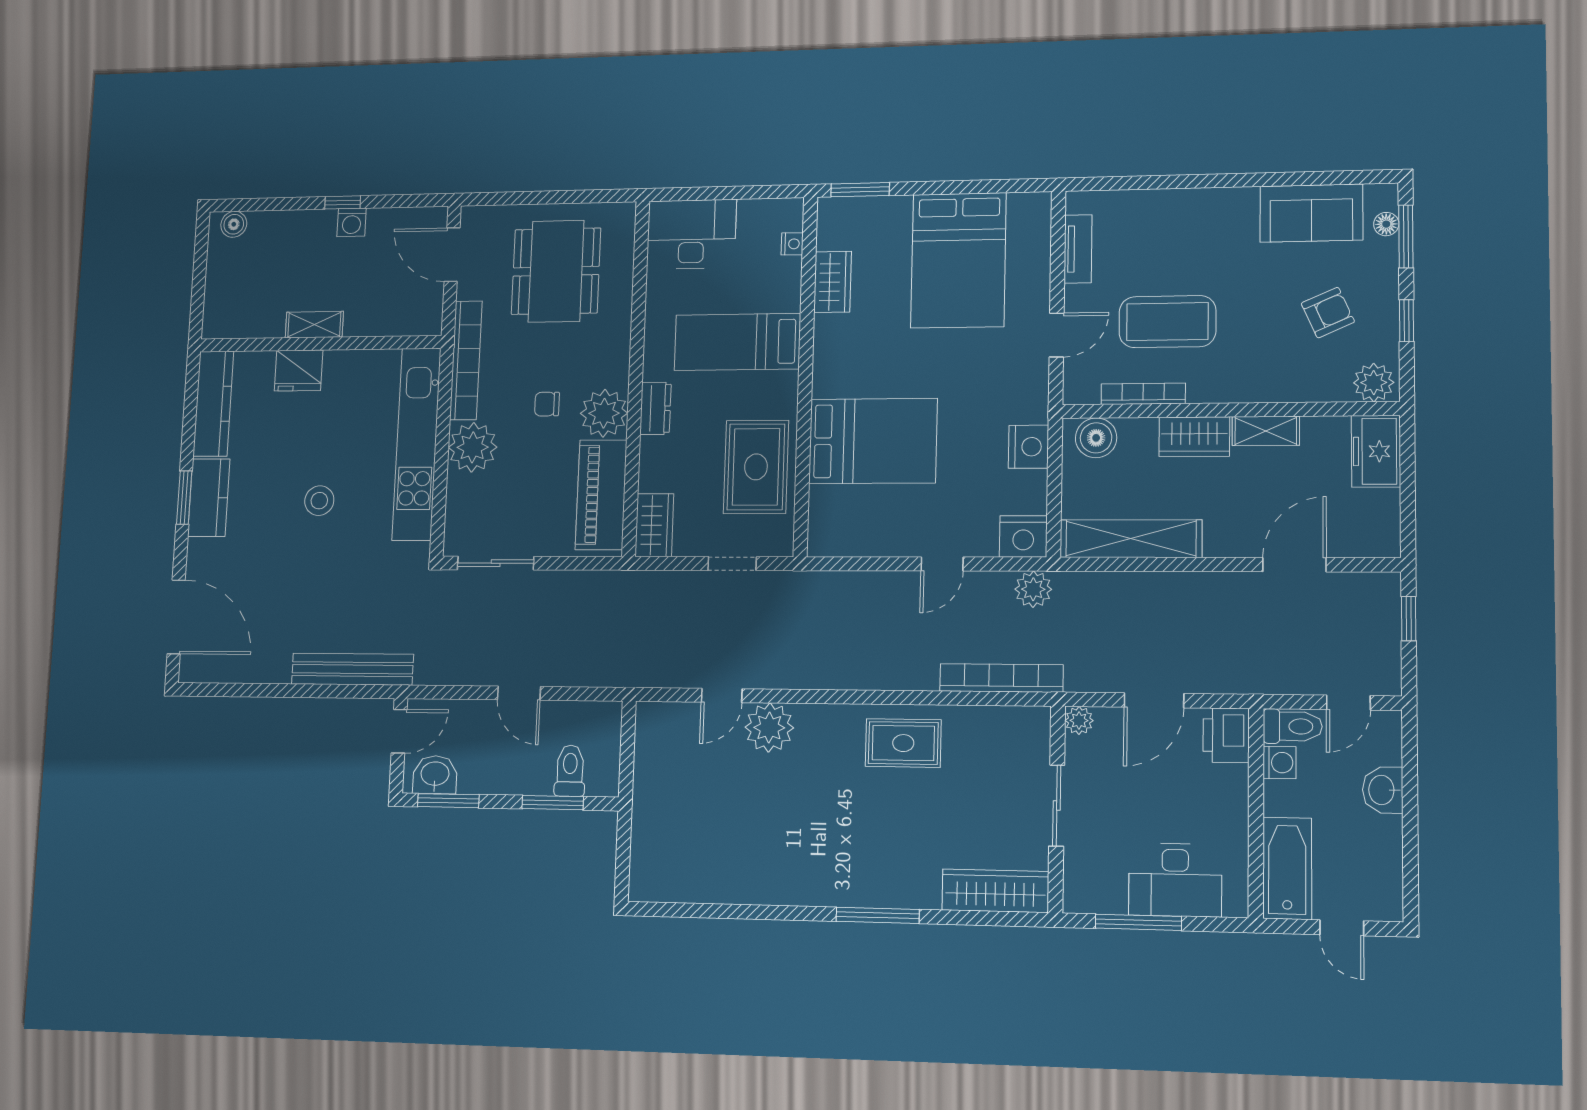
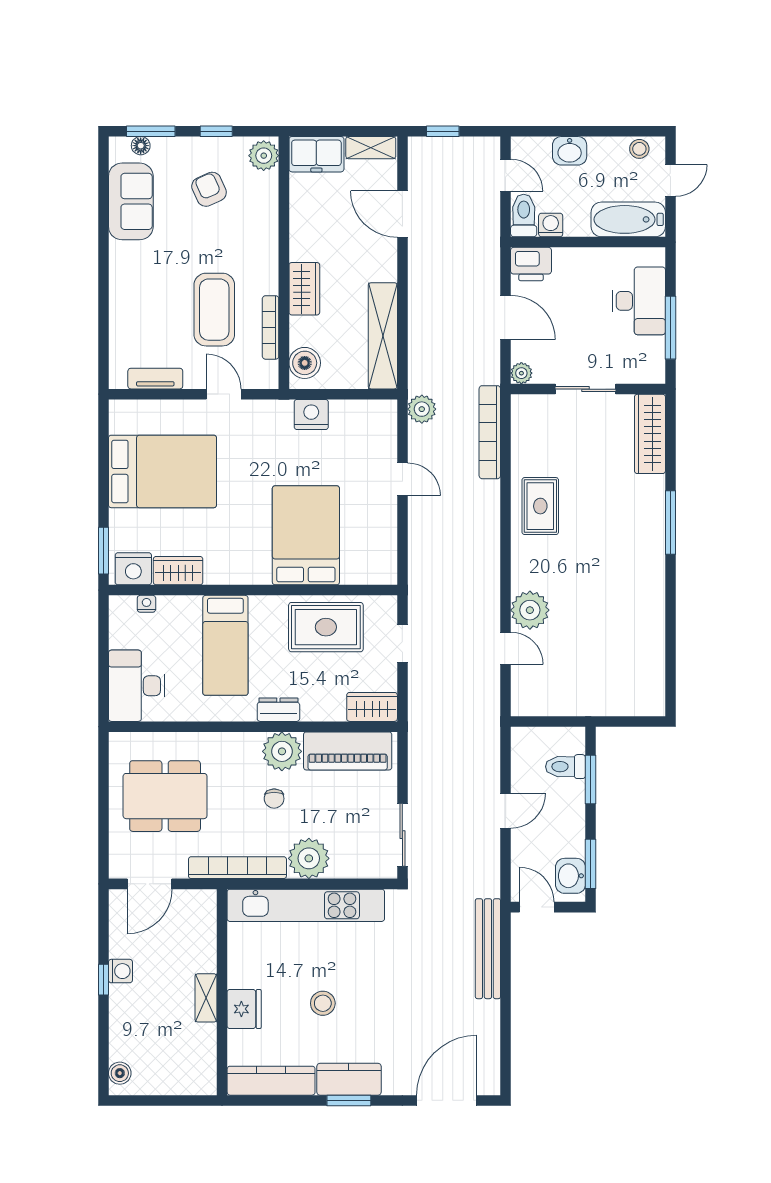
shelving: (1266, 431) -> (371, 148), moved, turned 90
stool: (319, 501) -> (323, 1003), moved
nightstand: (1023, 537) -> (133, 569), moved, turned 90
stool: (1386, 886) -> (639, 149), added

